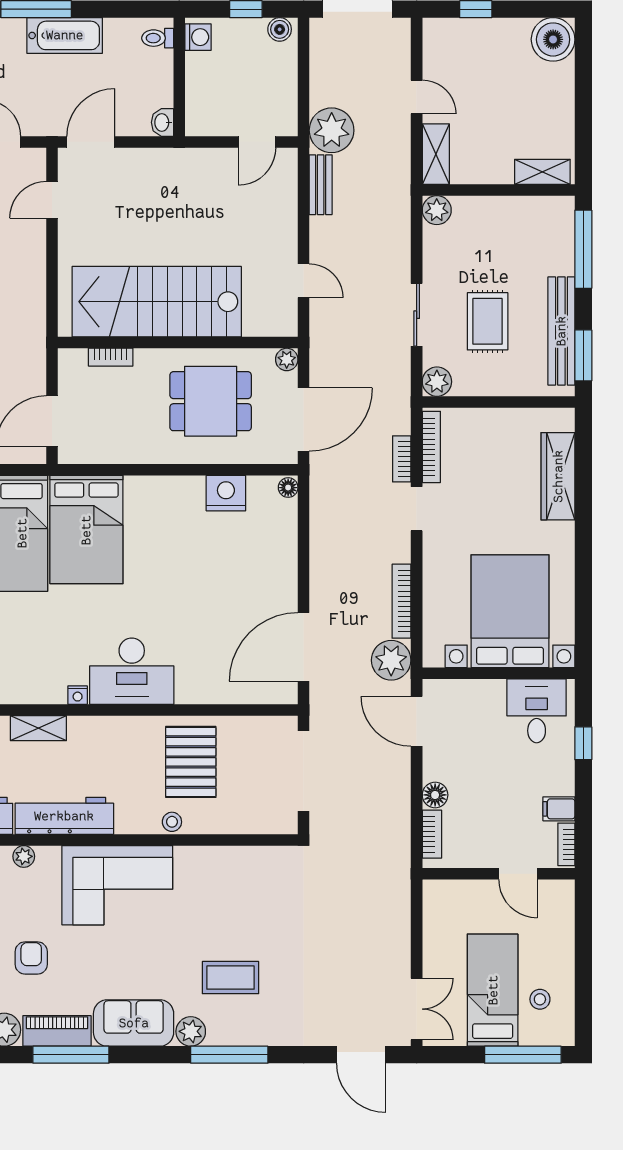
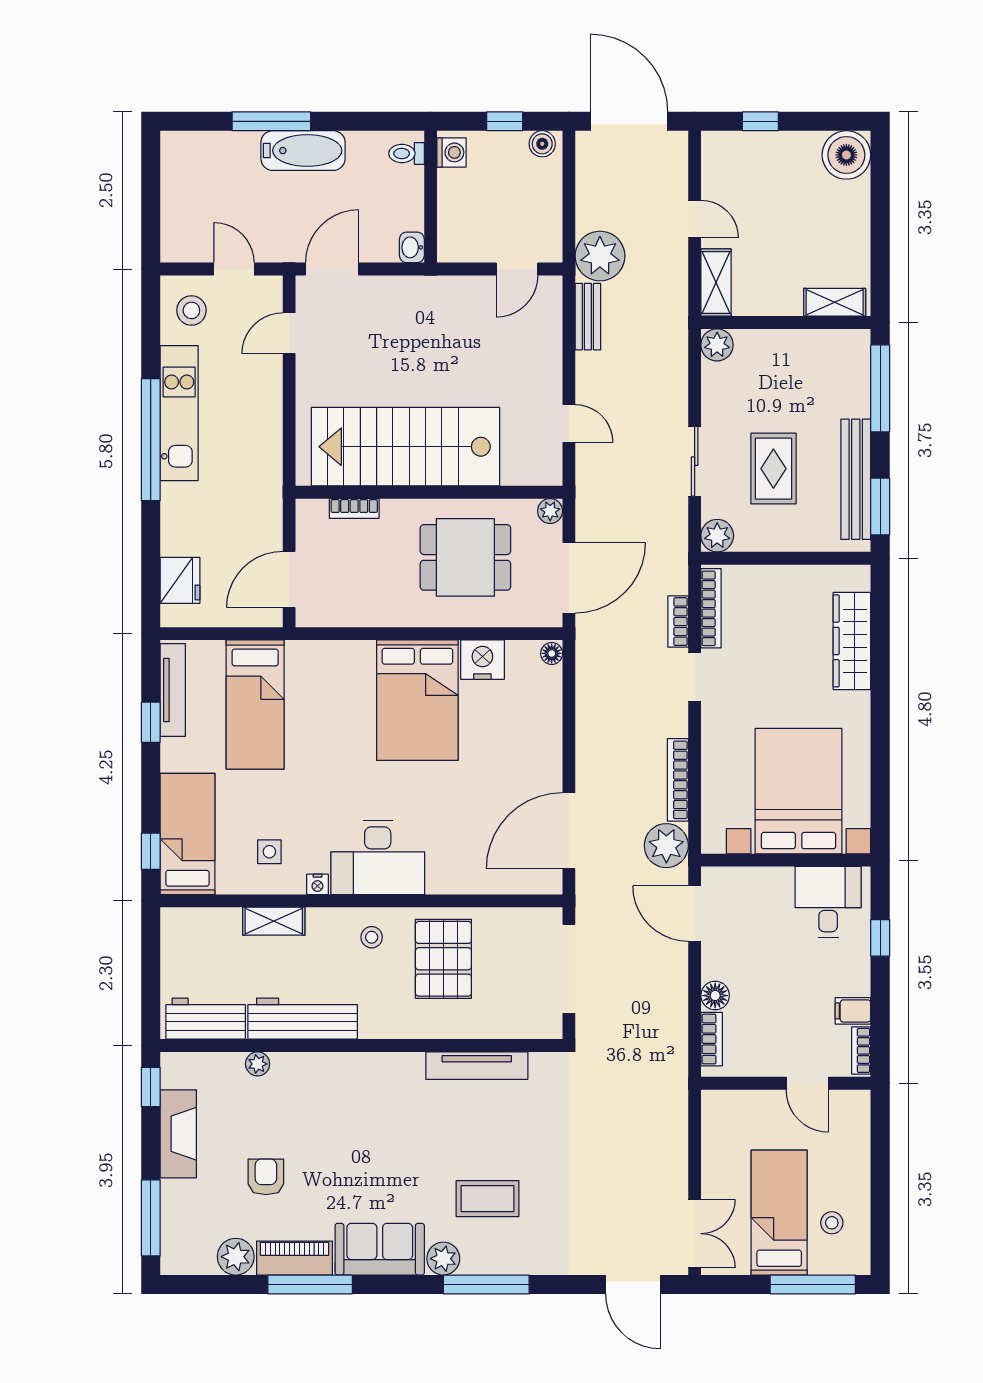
bed: (86, 530) -> (417, 700), moved
side table: (34, 666) -> (269, 852), added
stool: (172, 822) -> (372, 937), moved
tv unit: (221, 858) -> (477, 1066), added
corner sofa: (117, 885) -> (362, 1096), removed

